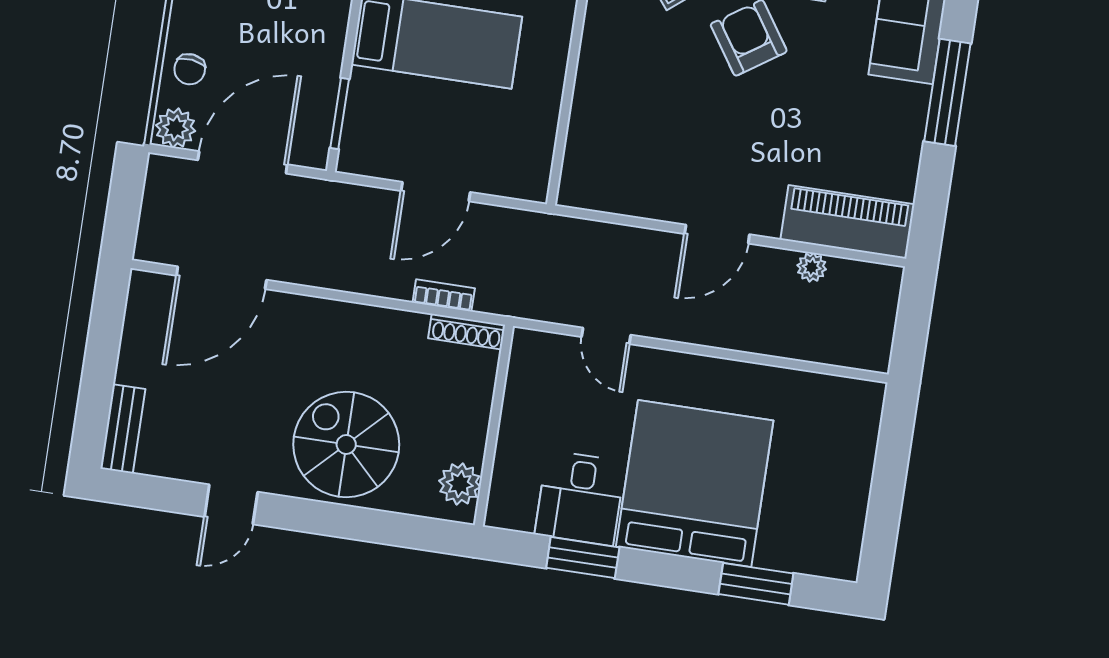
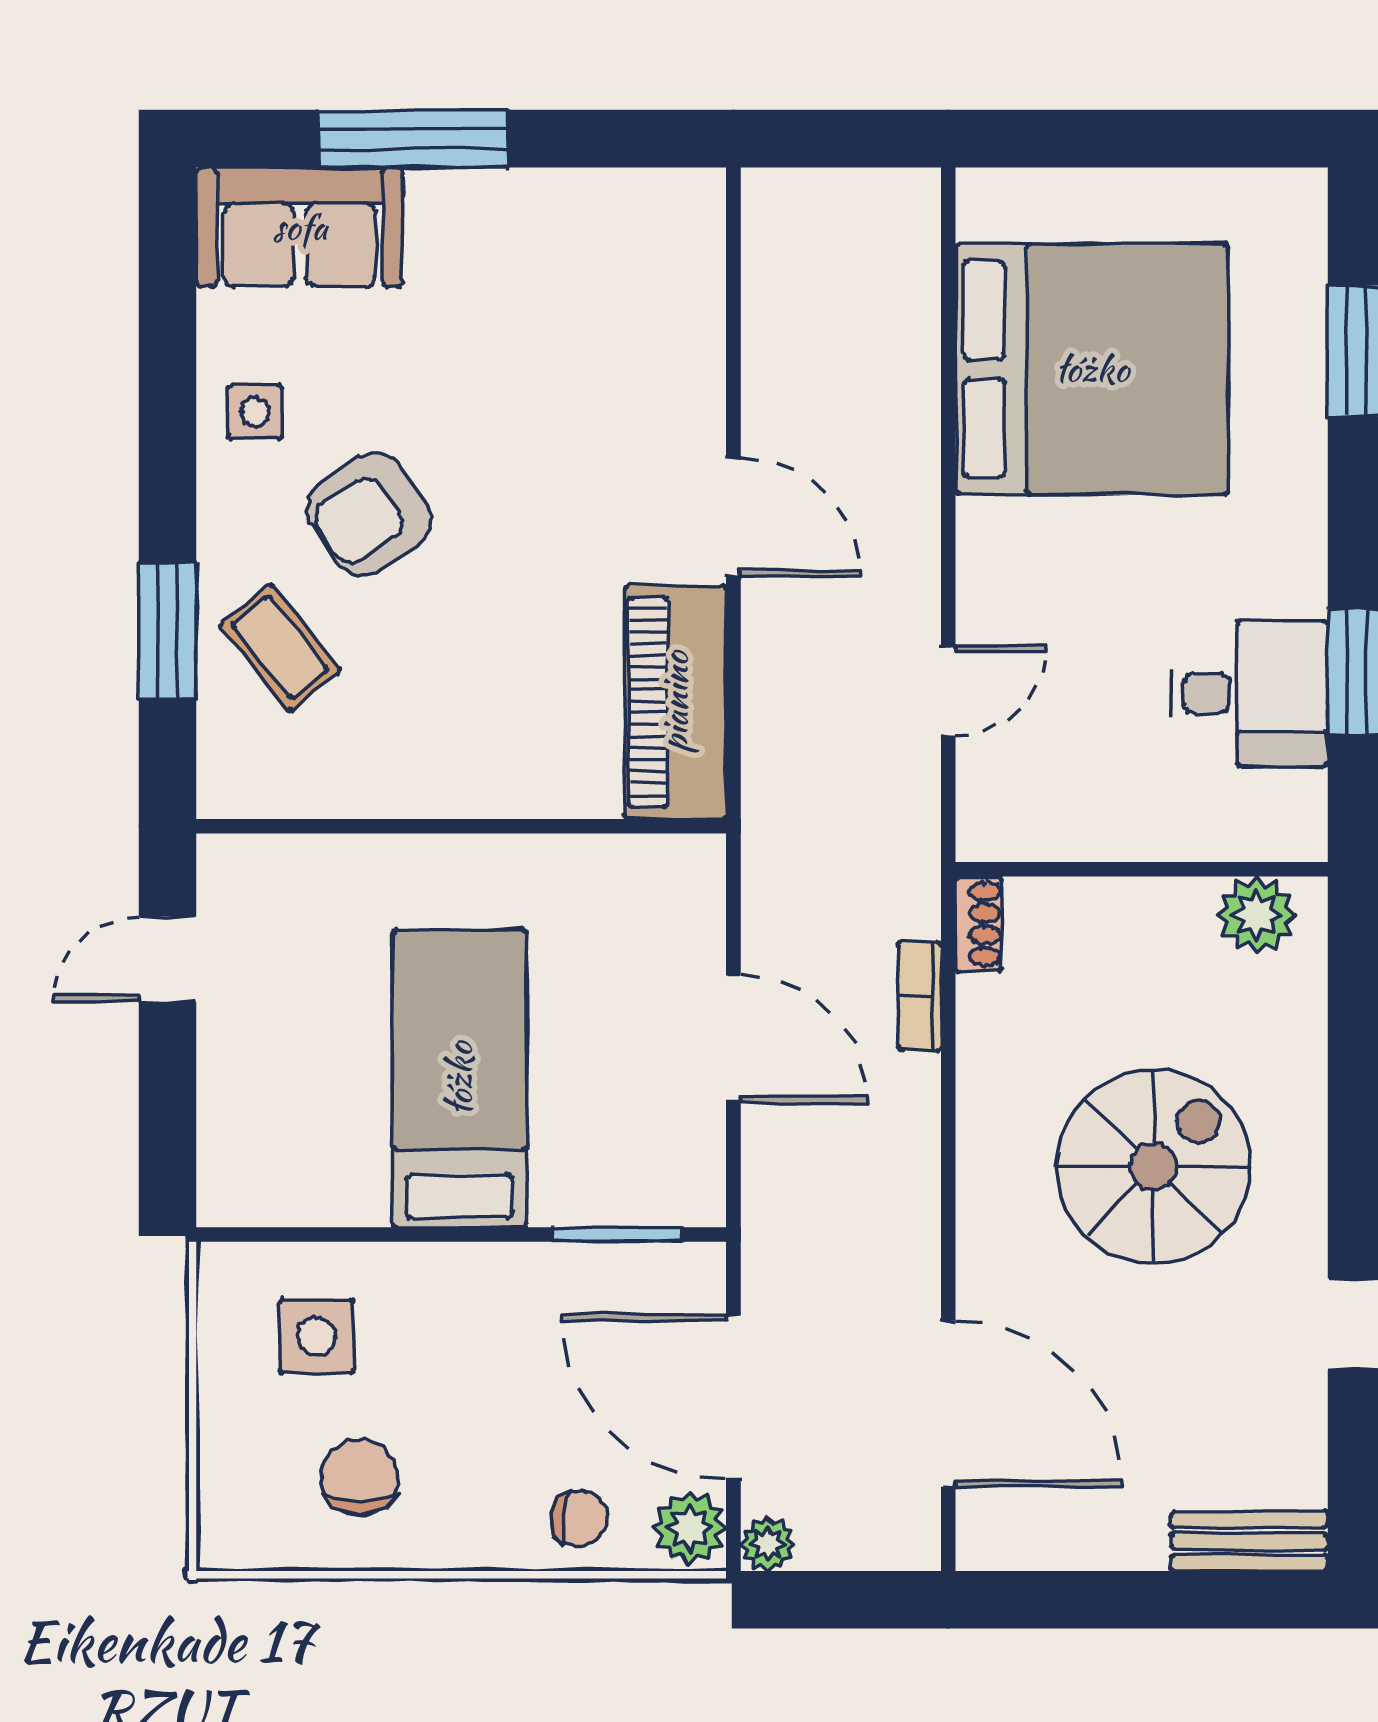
piano: (848, 222) -> (675, 702), moved
plant: (812, 267) -> (767, 1544), moved
shoe rack: (467, 332) -> (979, 924), width x0.70
spiral stairs: (346, 445) -> (1153, 1166), moved, turned 180
bed: (695, 484) -> (1092, 369), moved, turned 180

